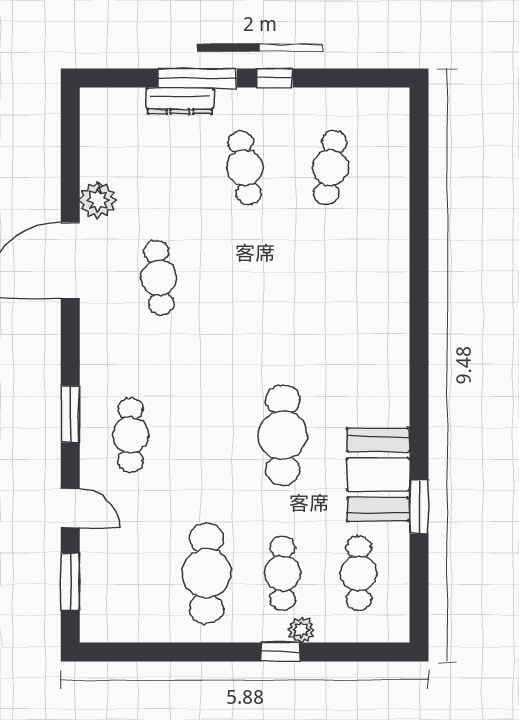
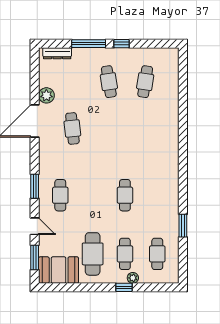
dresser: (180, 101) -> (57, 53), moved
cafe table: (283, 435) -> (125, 195), width x0.73, depth x0.74
booth: (378, 475) -> (59, 270), moved, turned 90

